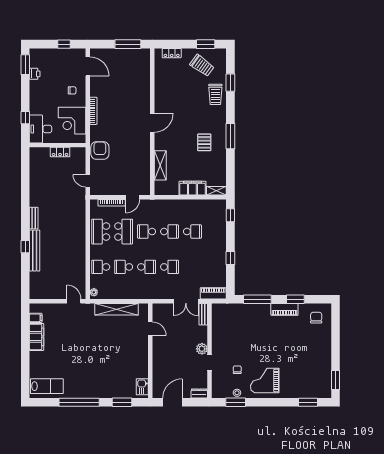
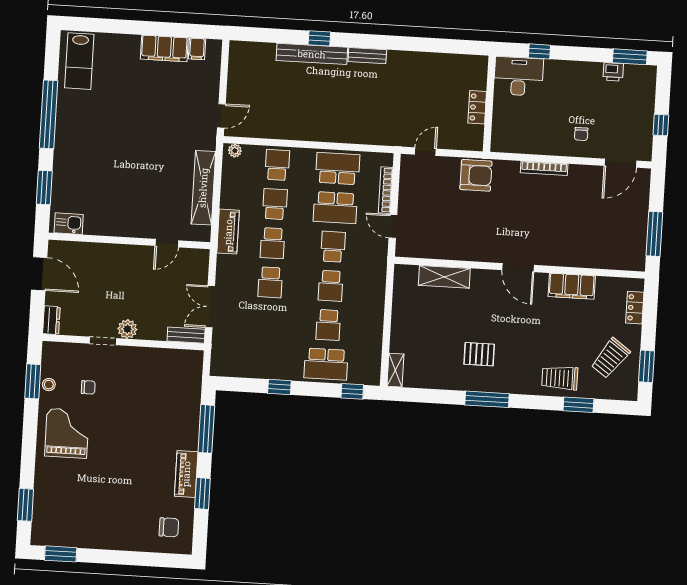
corner desk: (72, 121) -> (530, 131), removed
filing cabinet: (192, 188) -> (572, 286), moved, turned 90
school desk: (215, 232) -> (326, 364), added
piano: (213, 293) -> (228, 232), moved

